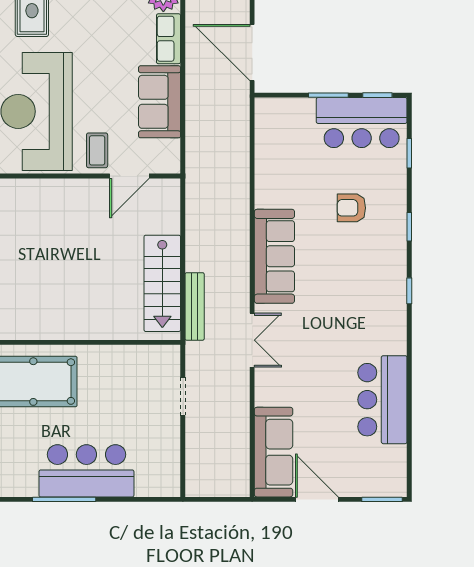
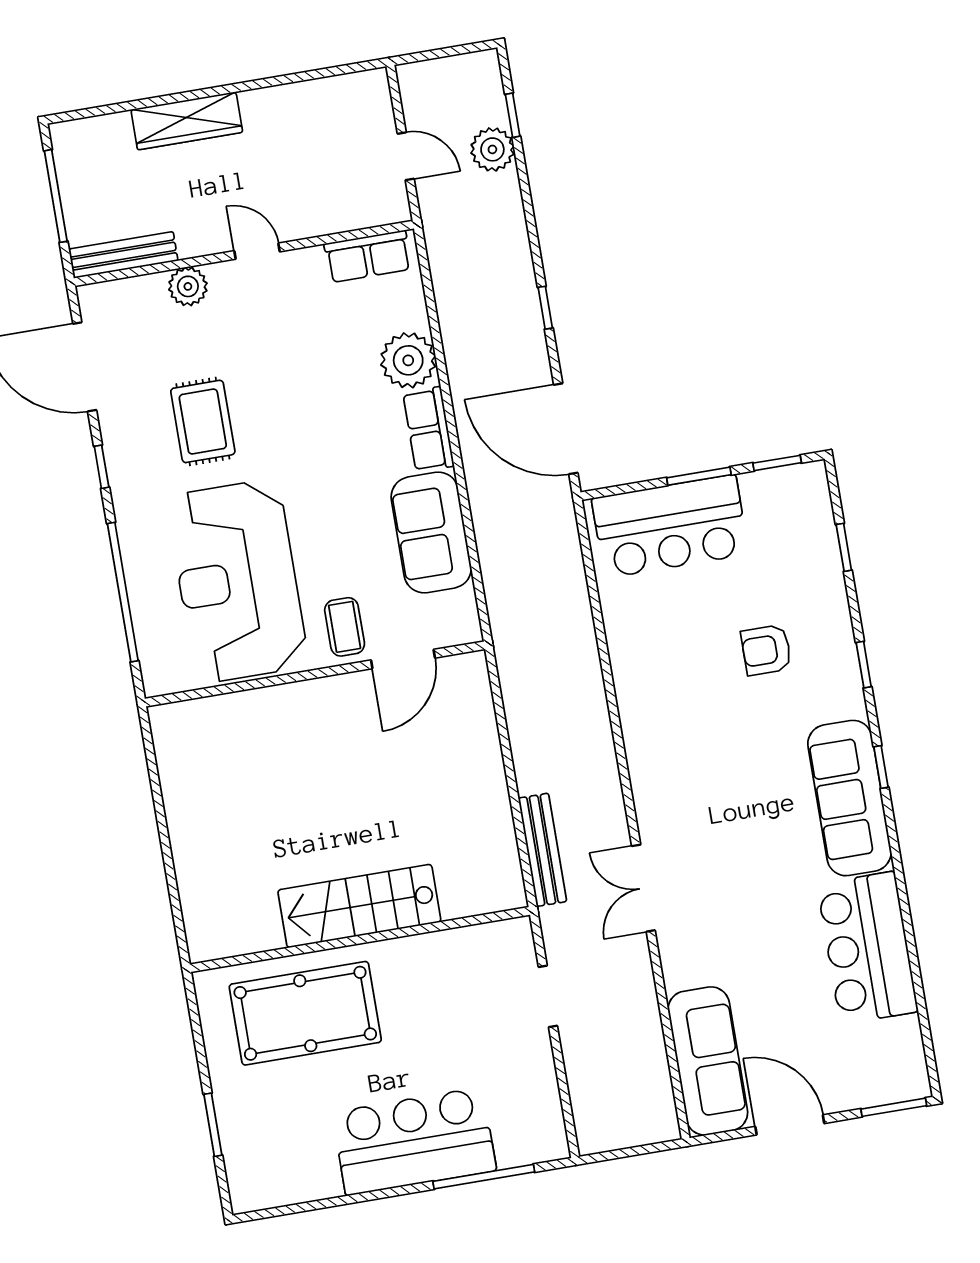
bar counter: (362, 123) -> (670, 526), moved
sofa: (274, 256) -> (850, 798), moved, turned 180
stairs: (162, 283) -> (359, 906), moved, turned 90
double door: (252, 340) -> (643, 888), swing flipped
window: (64, 499) -> (484, 1177), moved

